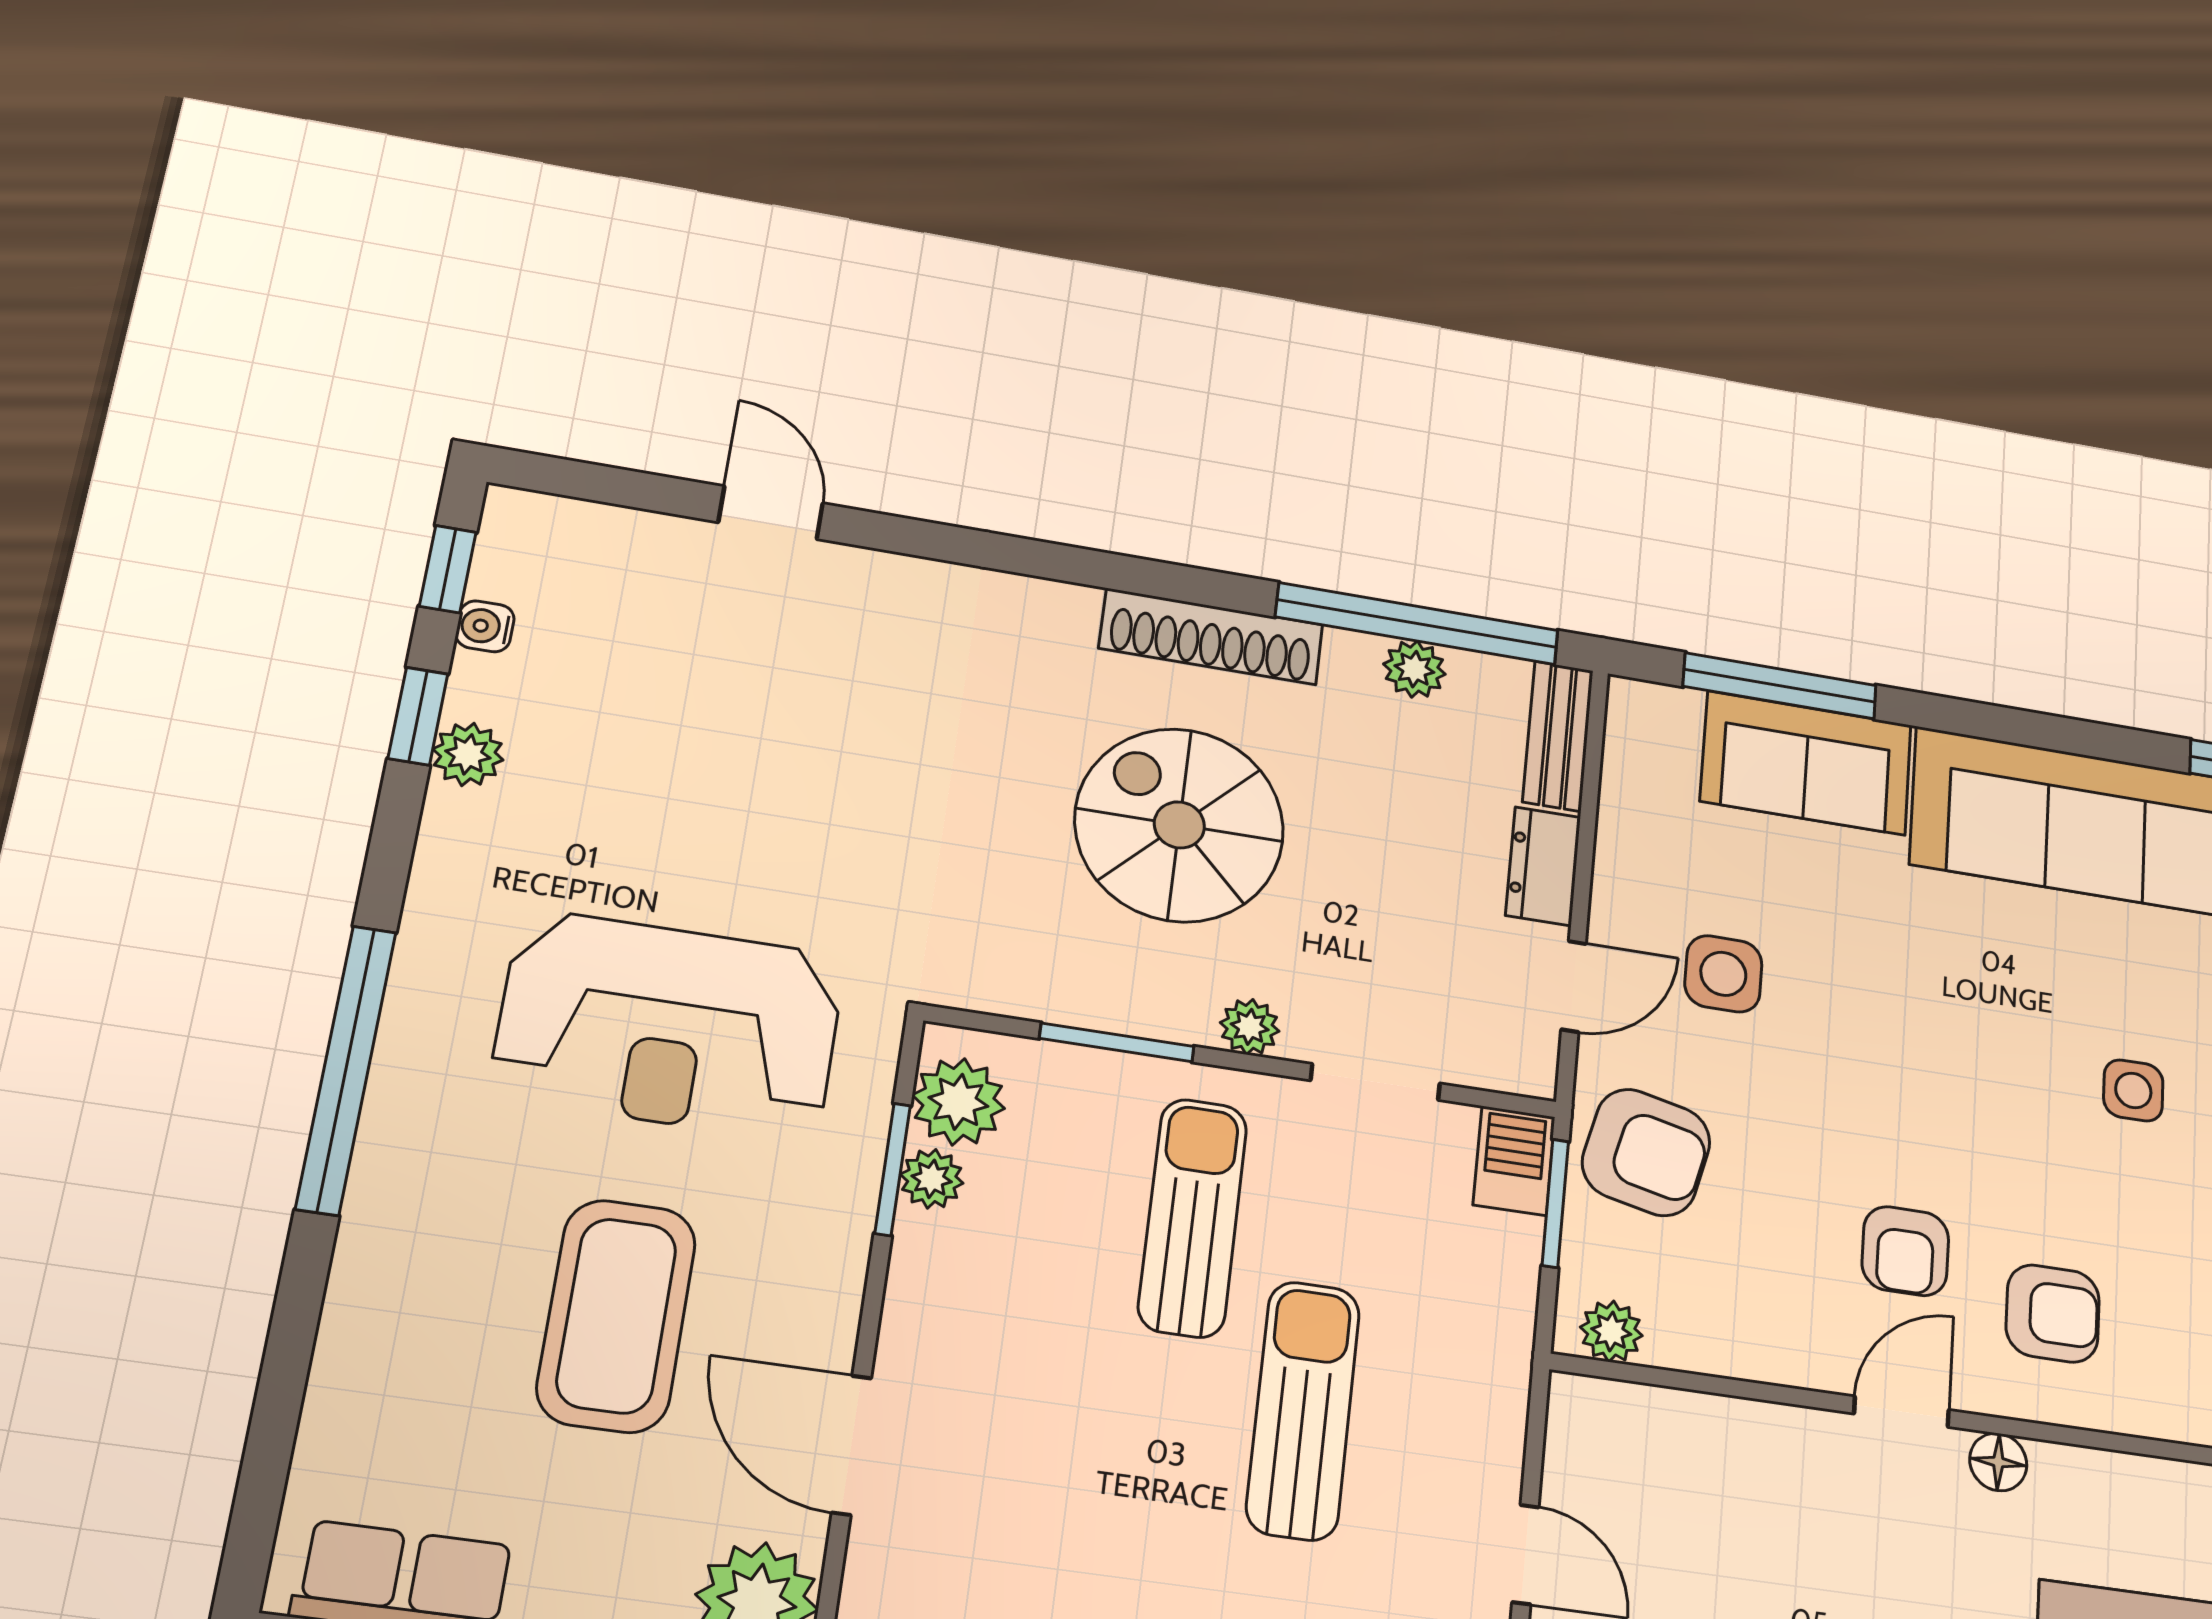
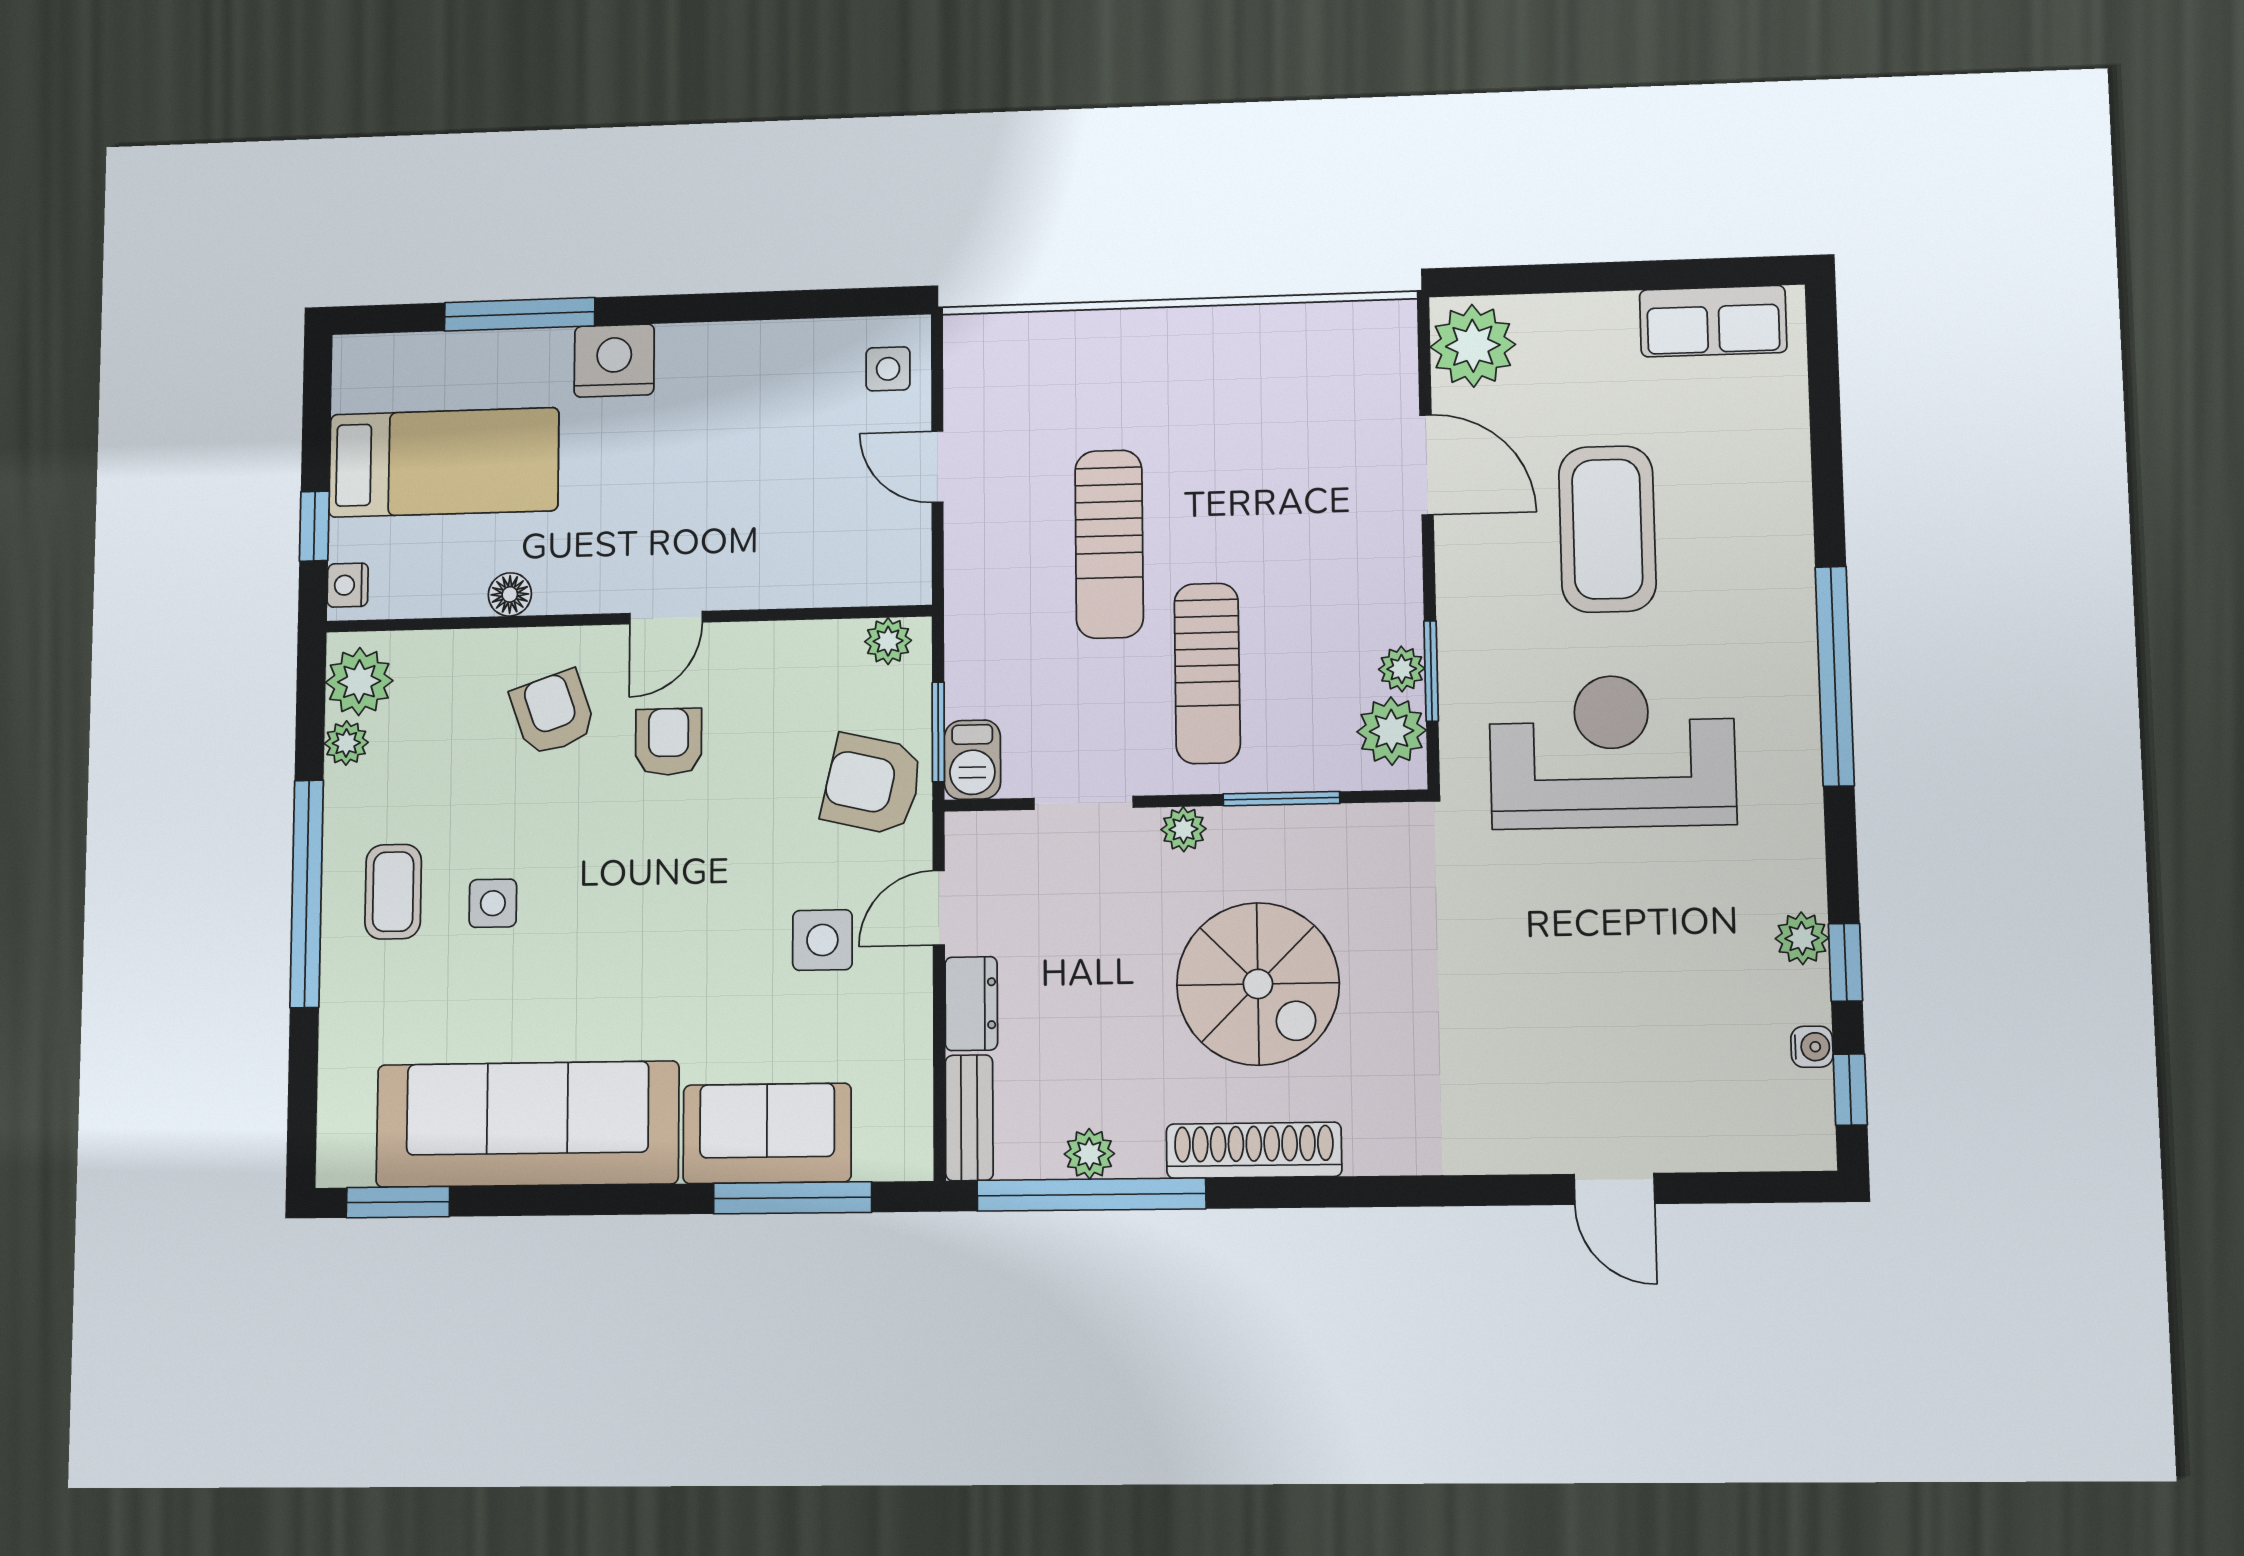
armchair: (2053, 1314) -> (553, 713), turned 71
floor lamp: (1998, 1462) -> (510, 594), moved

